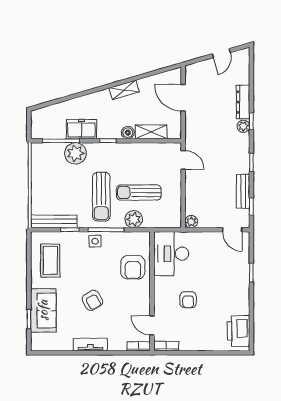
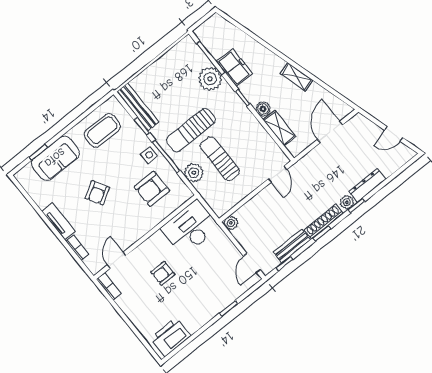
shoe rack: (244, 154) -> (324, 221), added
armchair: (133, 267) -> (152, 189), moved
bookcase: (139, 346) -> (77, 248), moved

